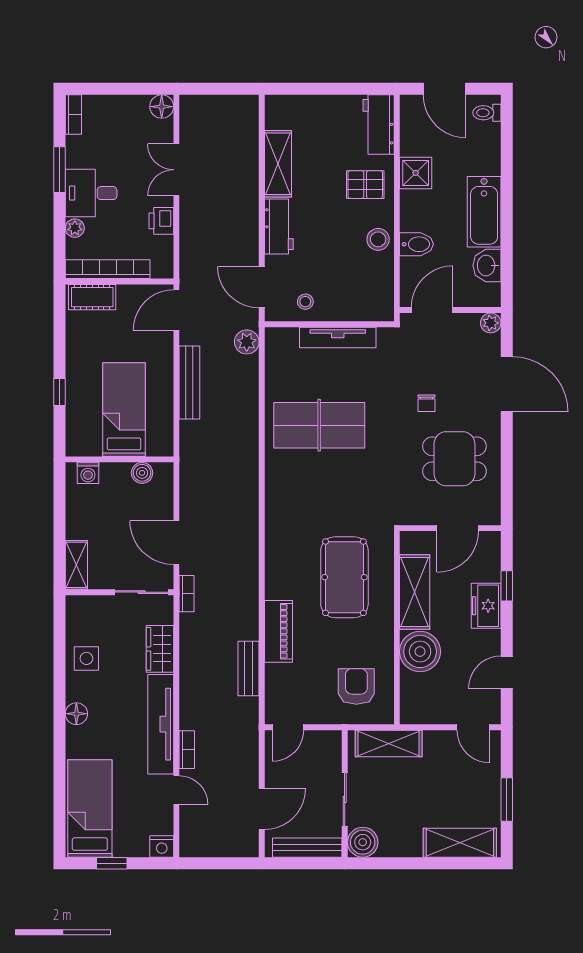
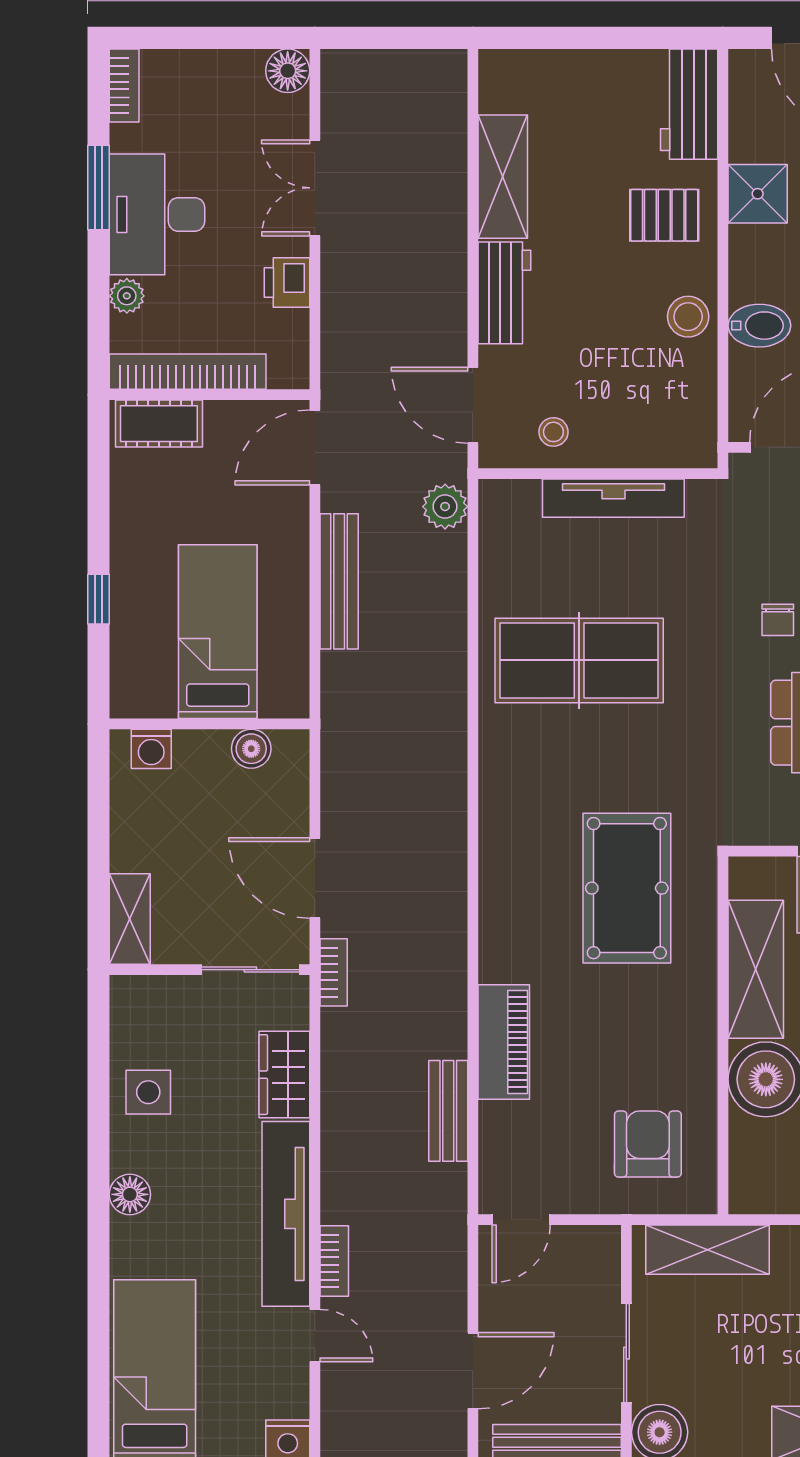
desk: (91, 193) -> (157, 214), width x1.37
pool table: (344, 577) -> (627, 888), moved

